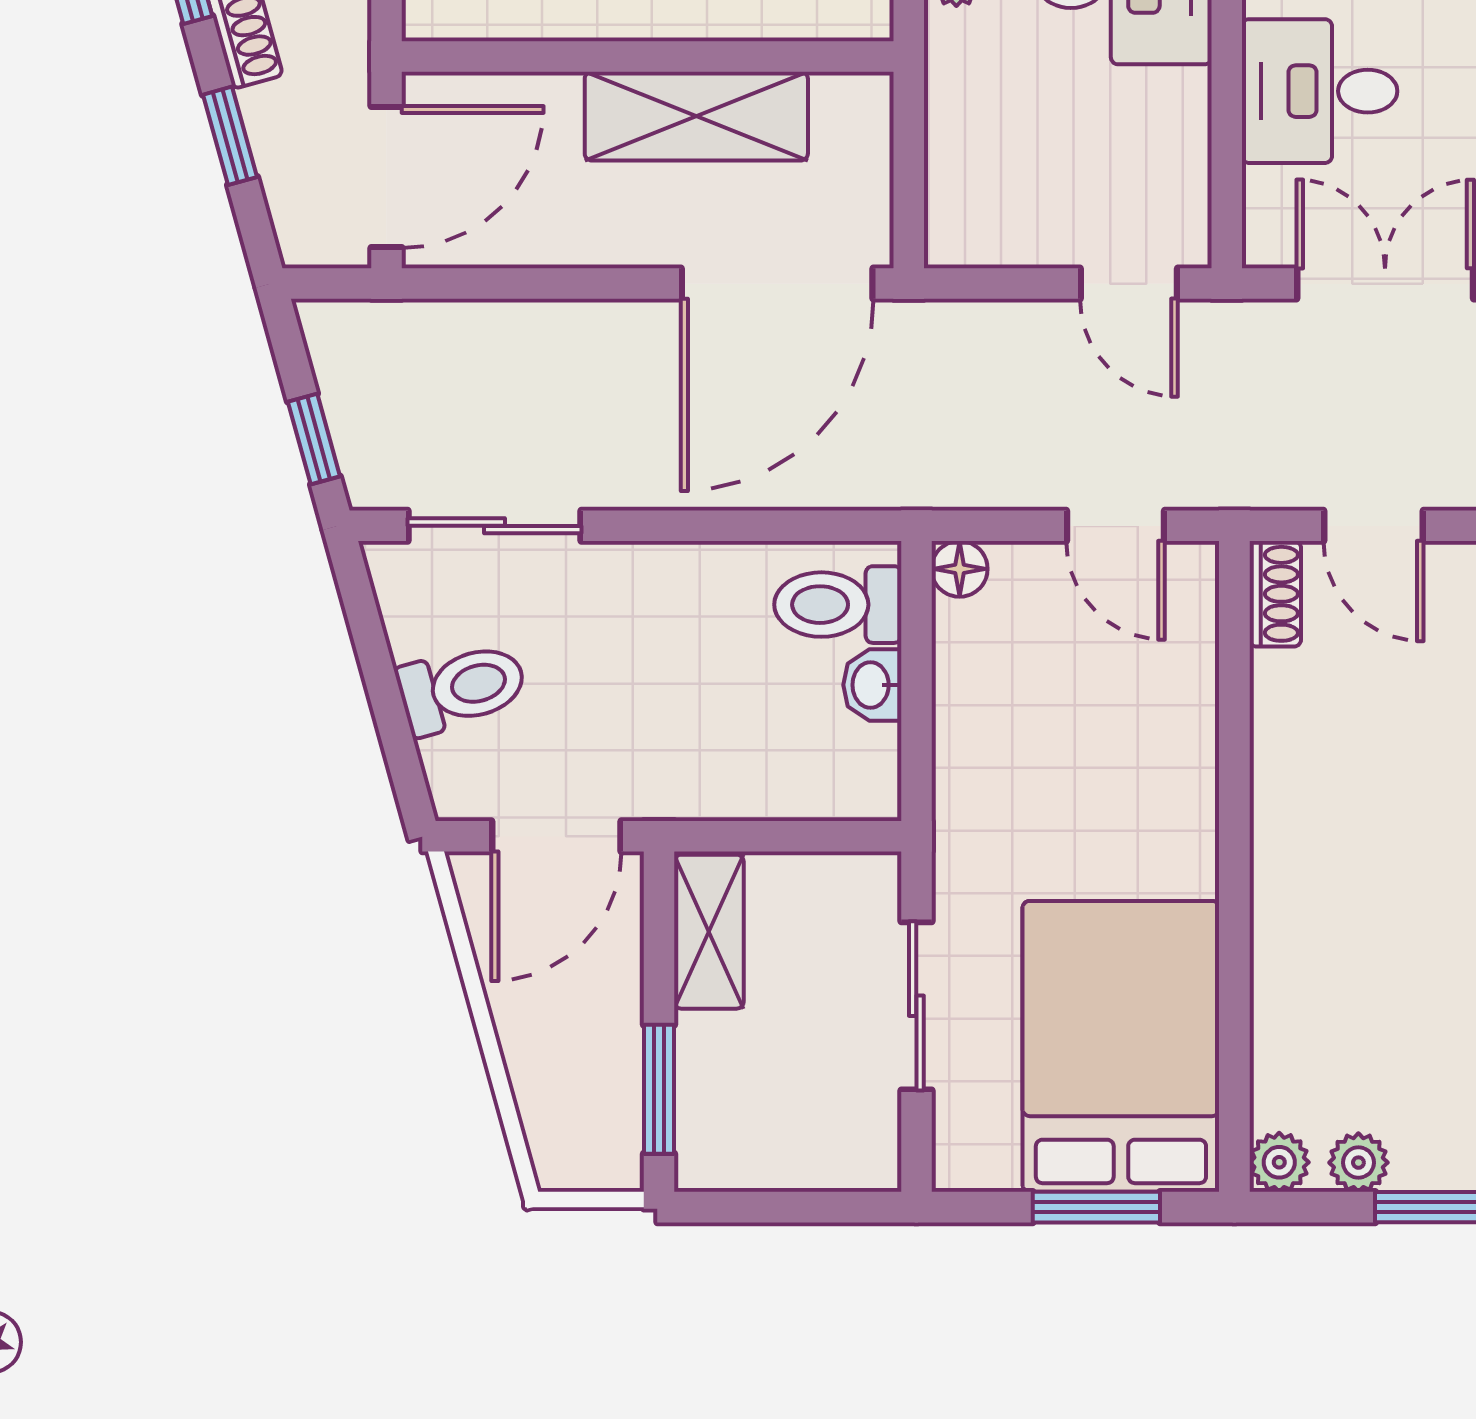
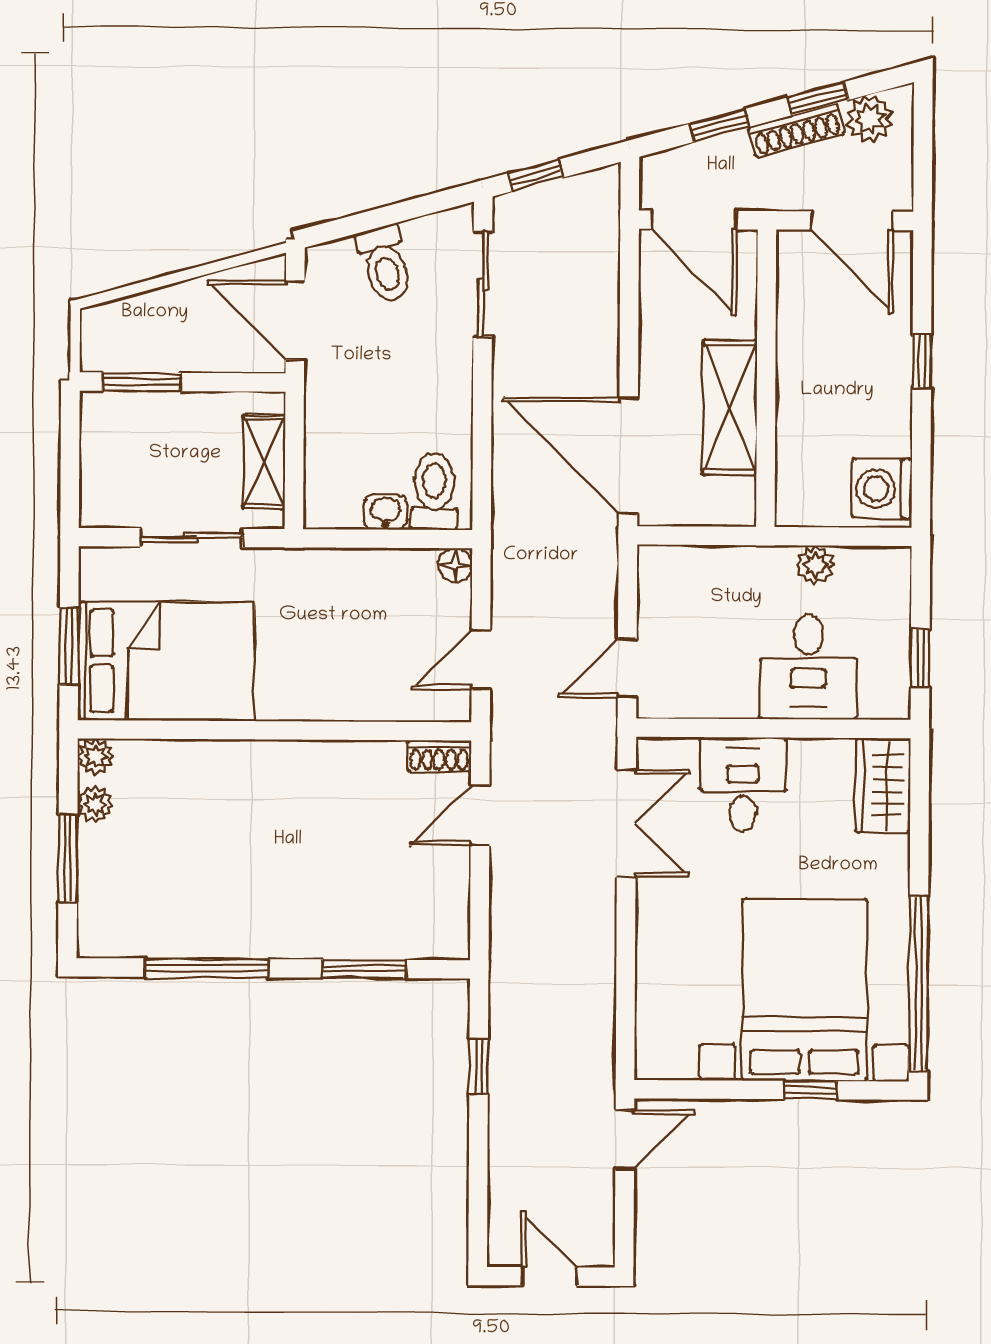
shelving: (709, 932) -> (264, 462), moved, turned 90

